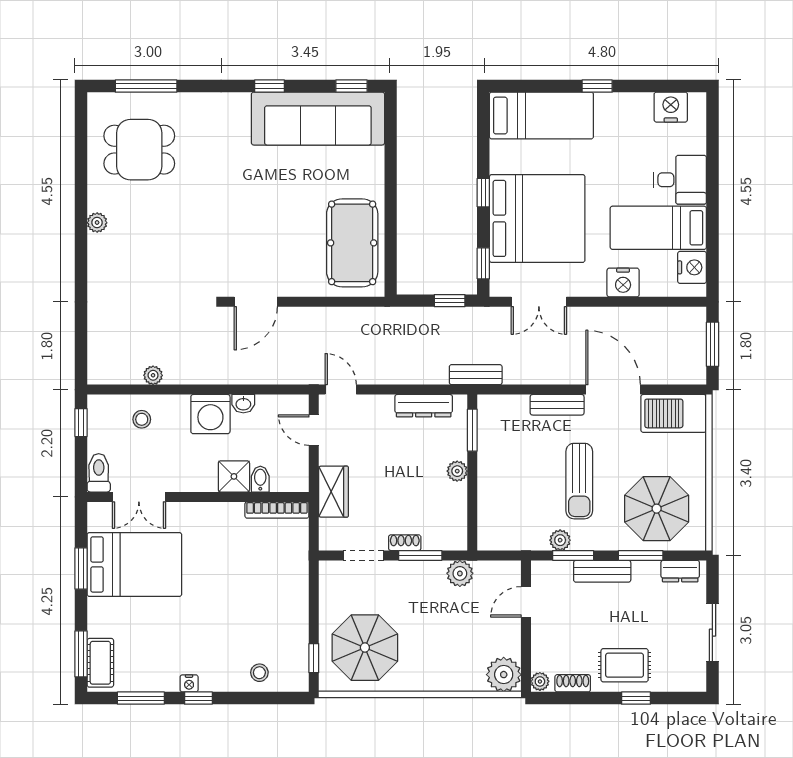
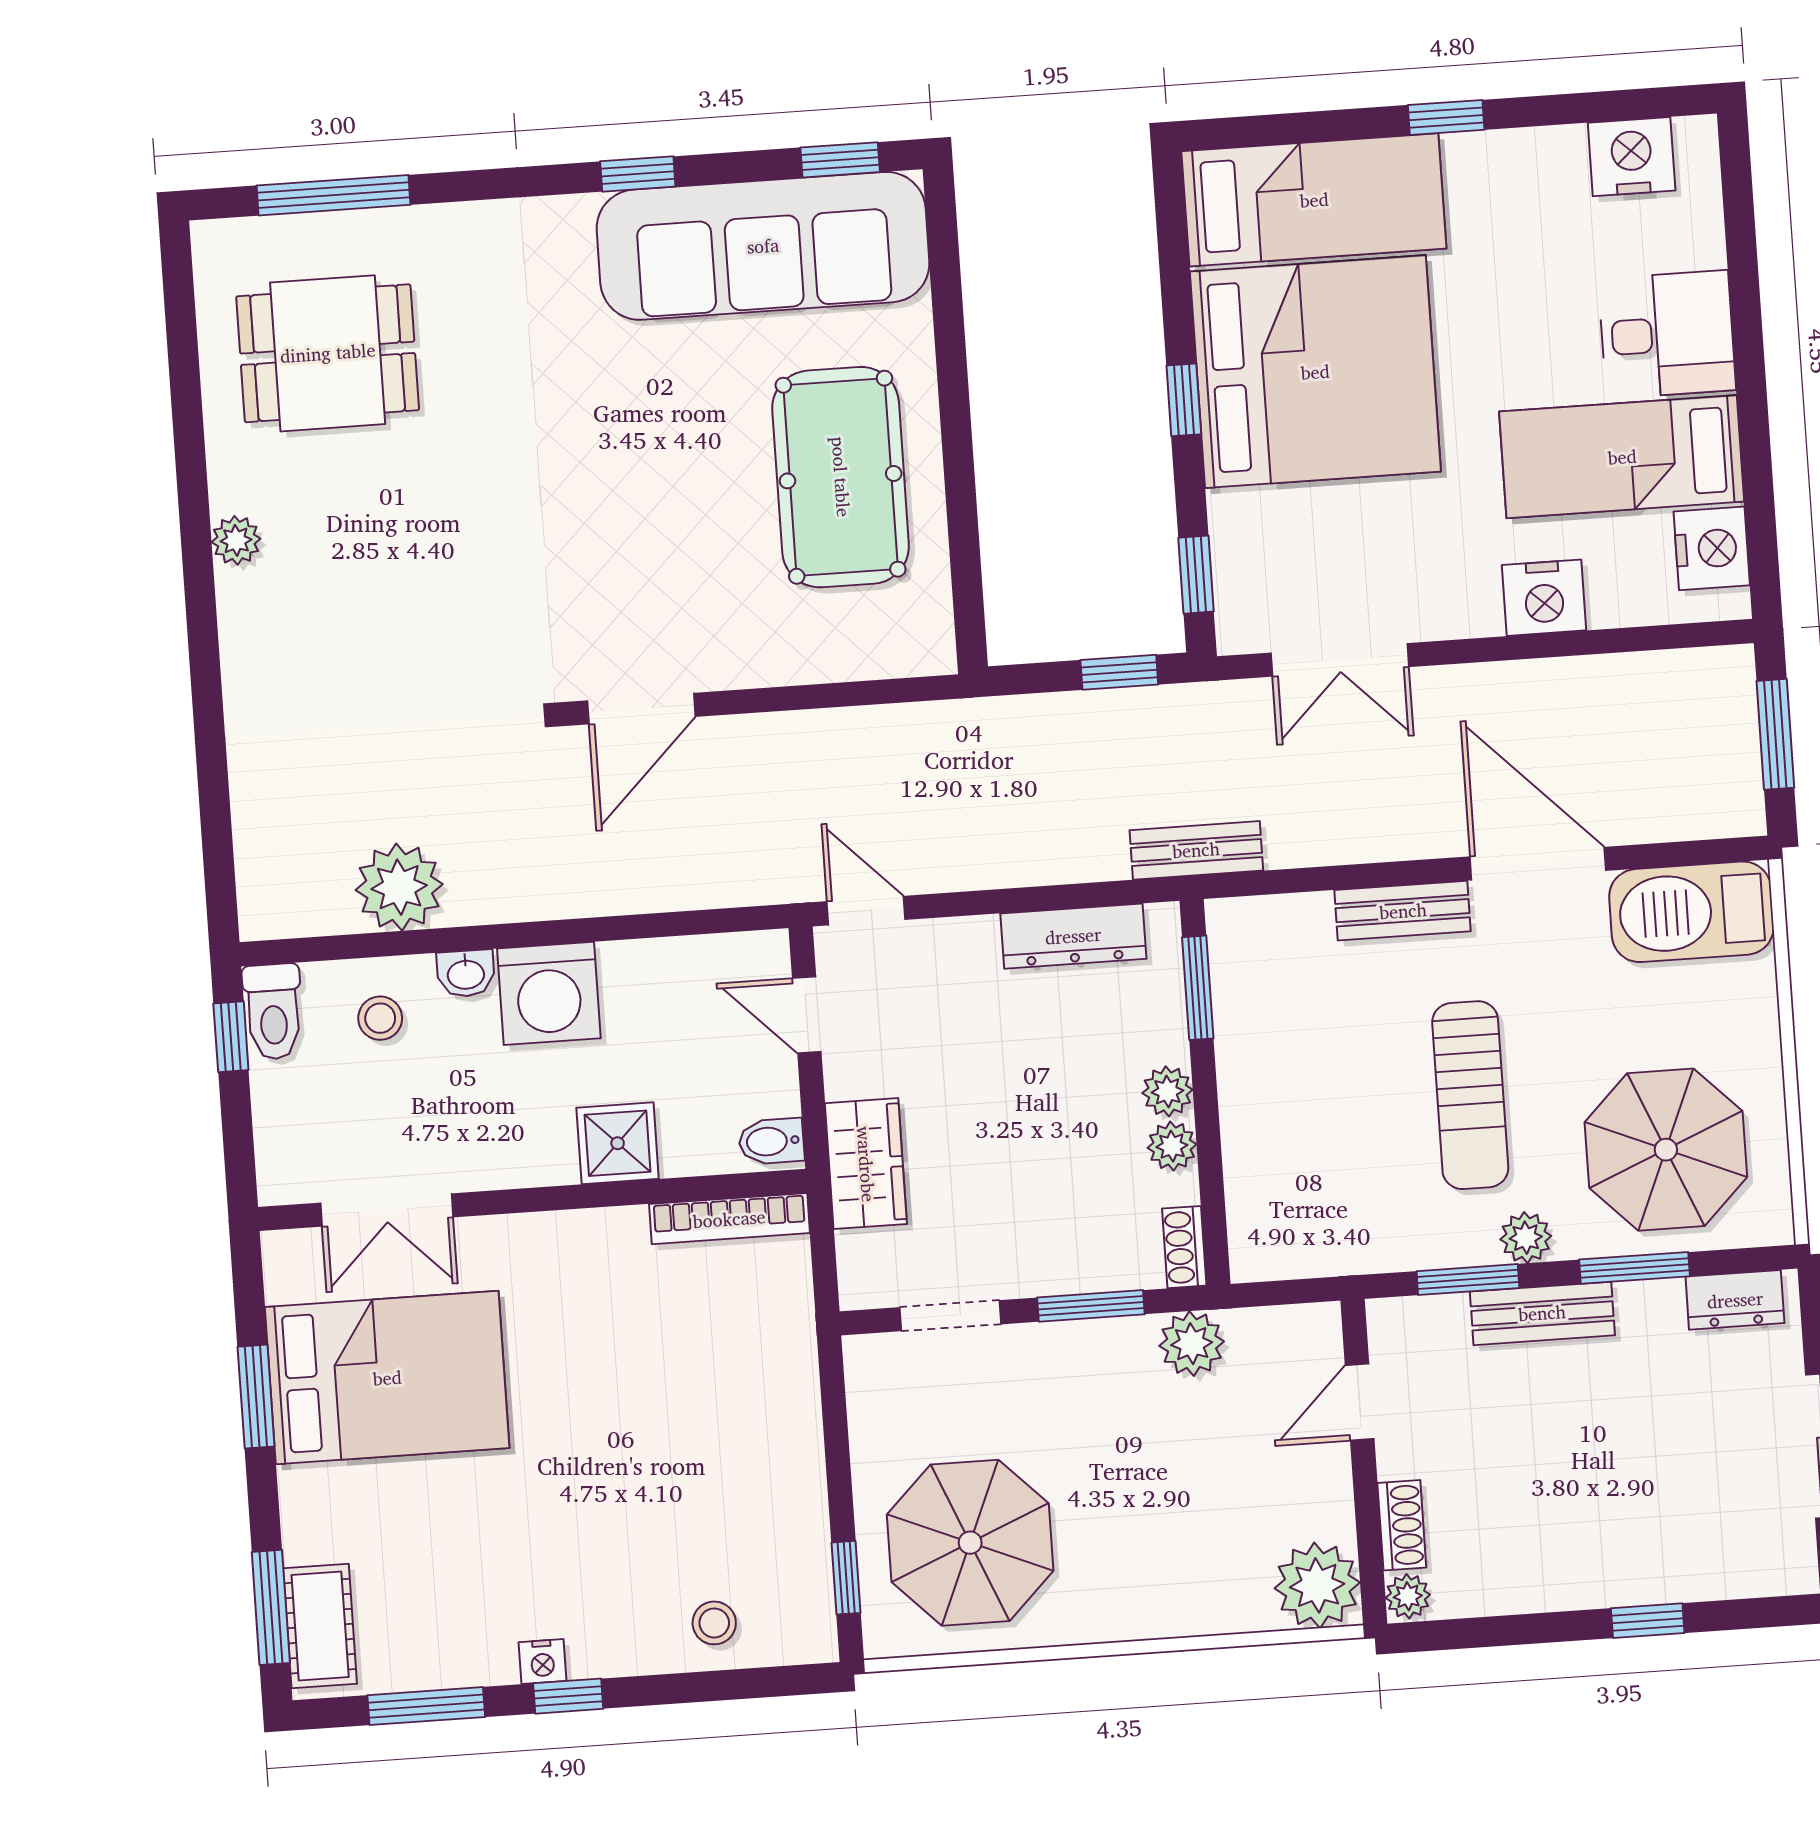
bed: (537, 218) -> (1315, 372), moved
pool table: (352, 243) -> (841, 477), moved
plant: (153, 375) -> (399, 887), width x1.87, depth x1.87
washbasin: (243, 404) -> (466, 973), moved
toilet: (99, 473) -> (273, 1012), moved, turned 180
bidet: (260, 479) -> (771, 1141), moved, turned -90
plant: (457, 493) -> (1172, 1146), added
plant: (560, 540) -> (1526, 1238), moved
shoe rack: (405, 543) -> (1184, 1247), moved, turned -90
rug: (625, 665) -> (1614, 1542), removed
shoe rack: (573, 683) -> (1402, 1525), moved, turned 90

